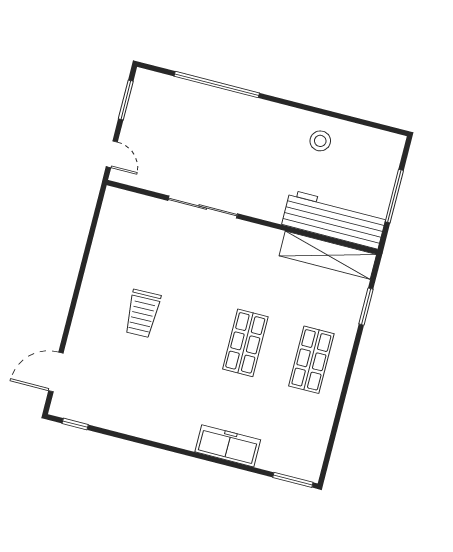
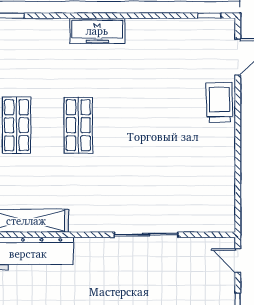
trolley: (142, 313) -> (219, 102), moved
freezer: (228, 446) -> (97, 31), moved

